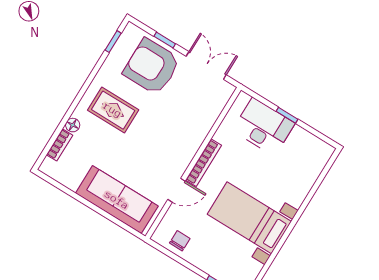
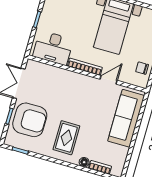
armchair: (152, 67) -> (30, 120), turned -90
desk: (264, 127) -> (53, 48), moved, turned -90
door: (177, 190) -> (109, 80), hinge flipped

